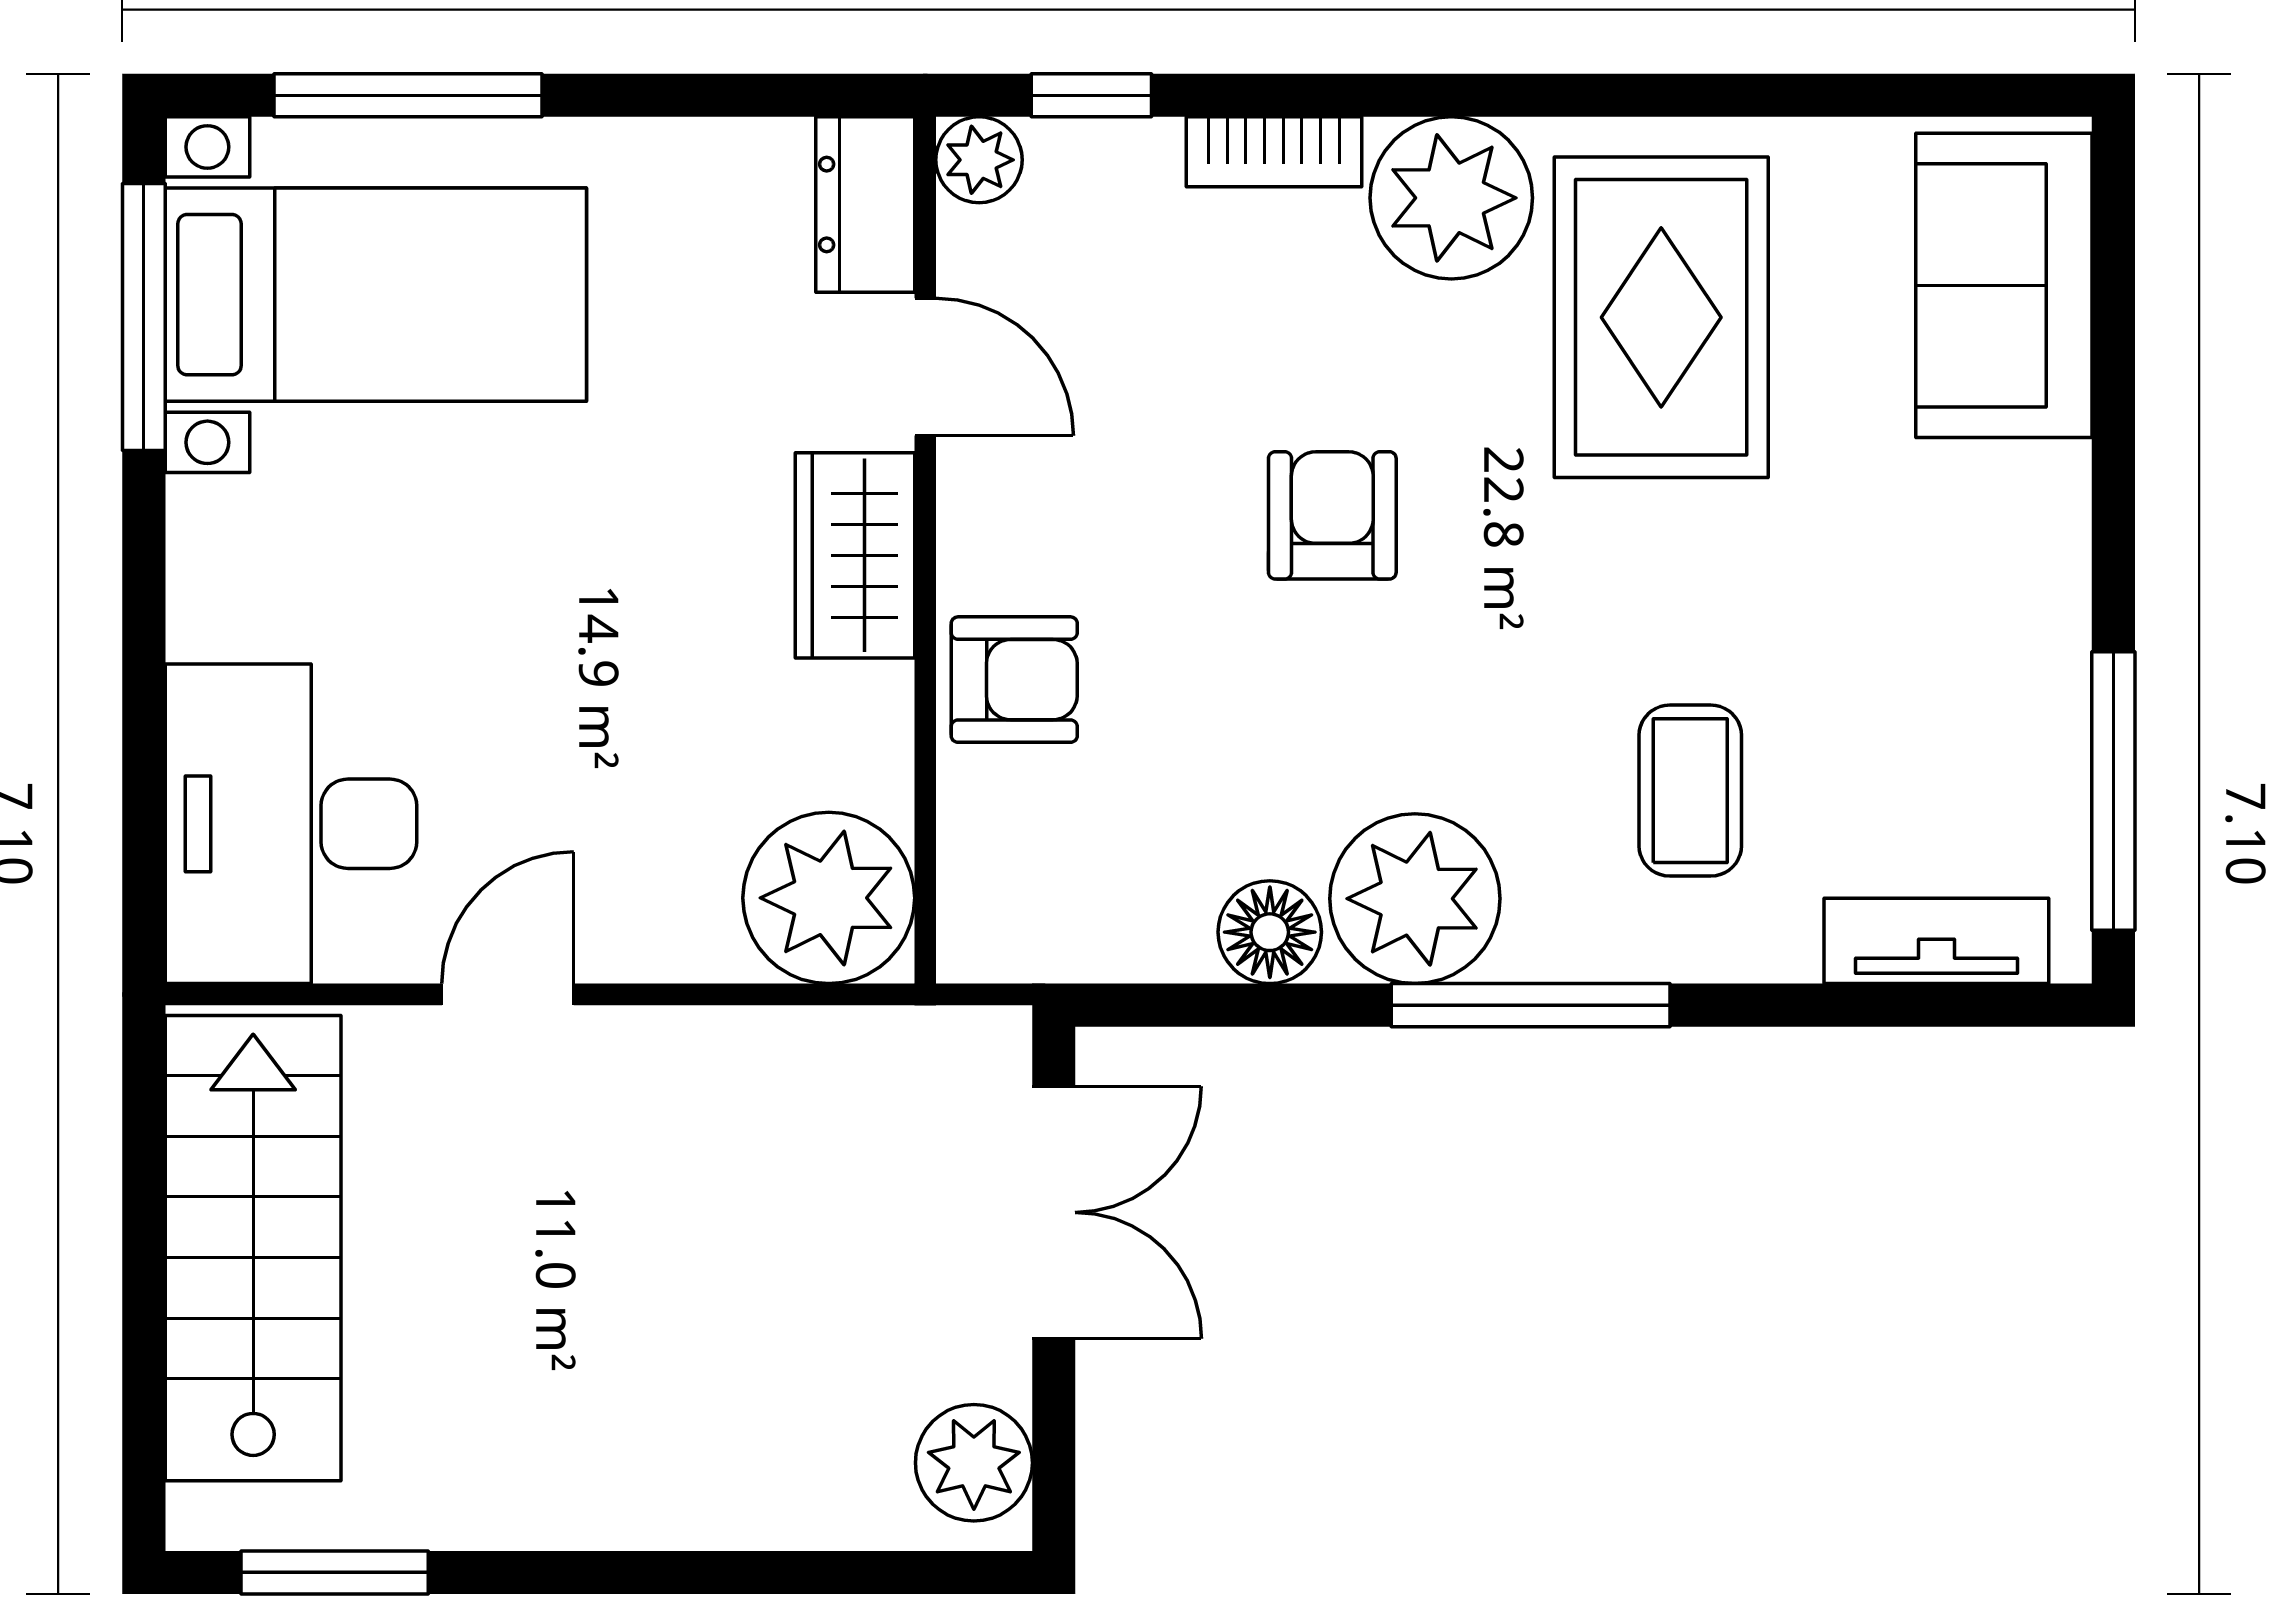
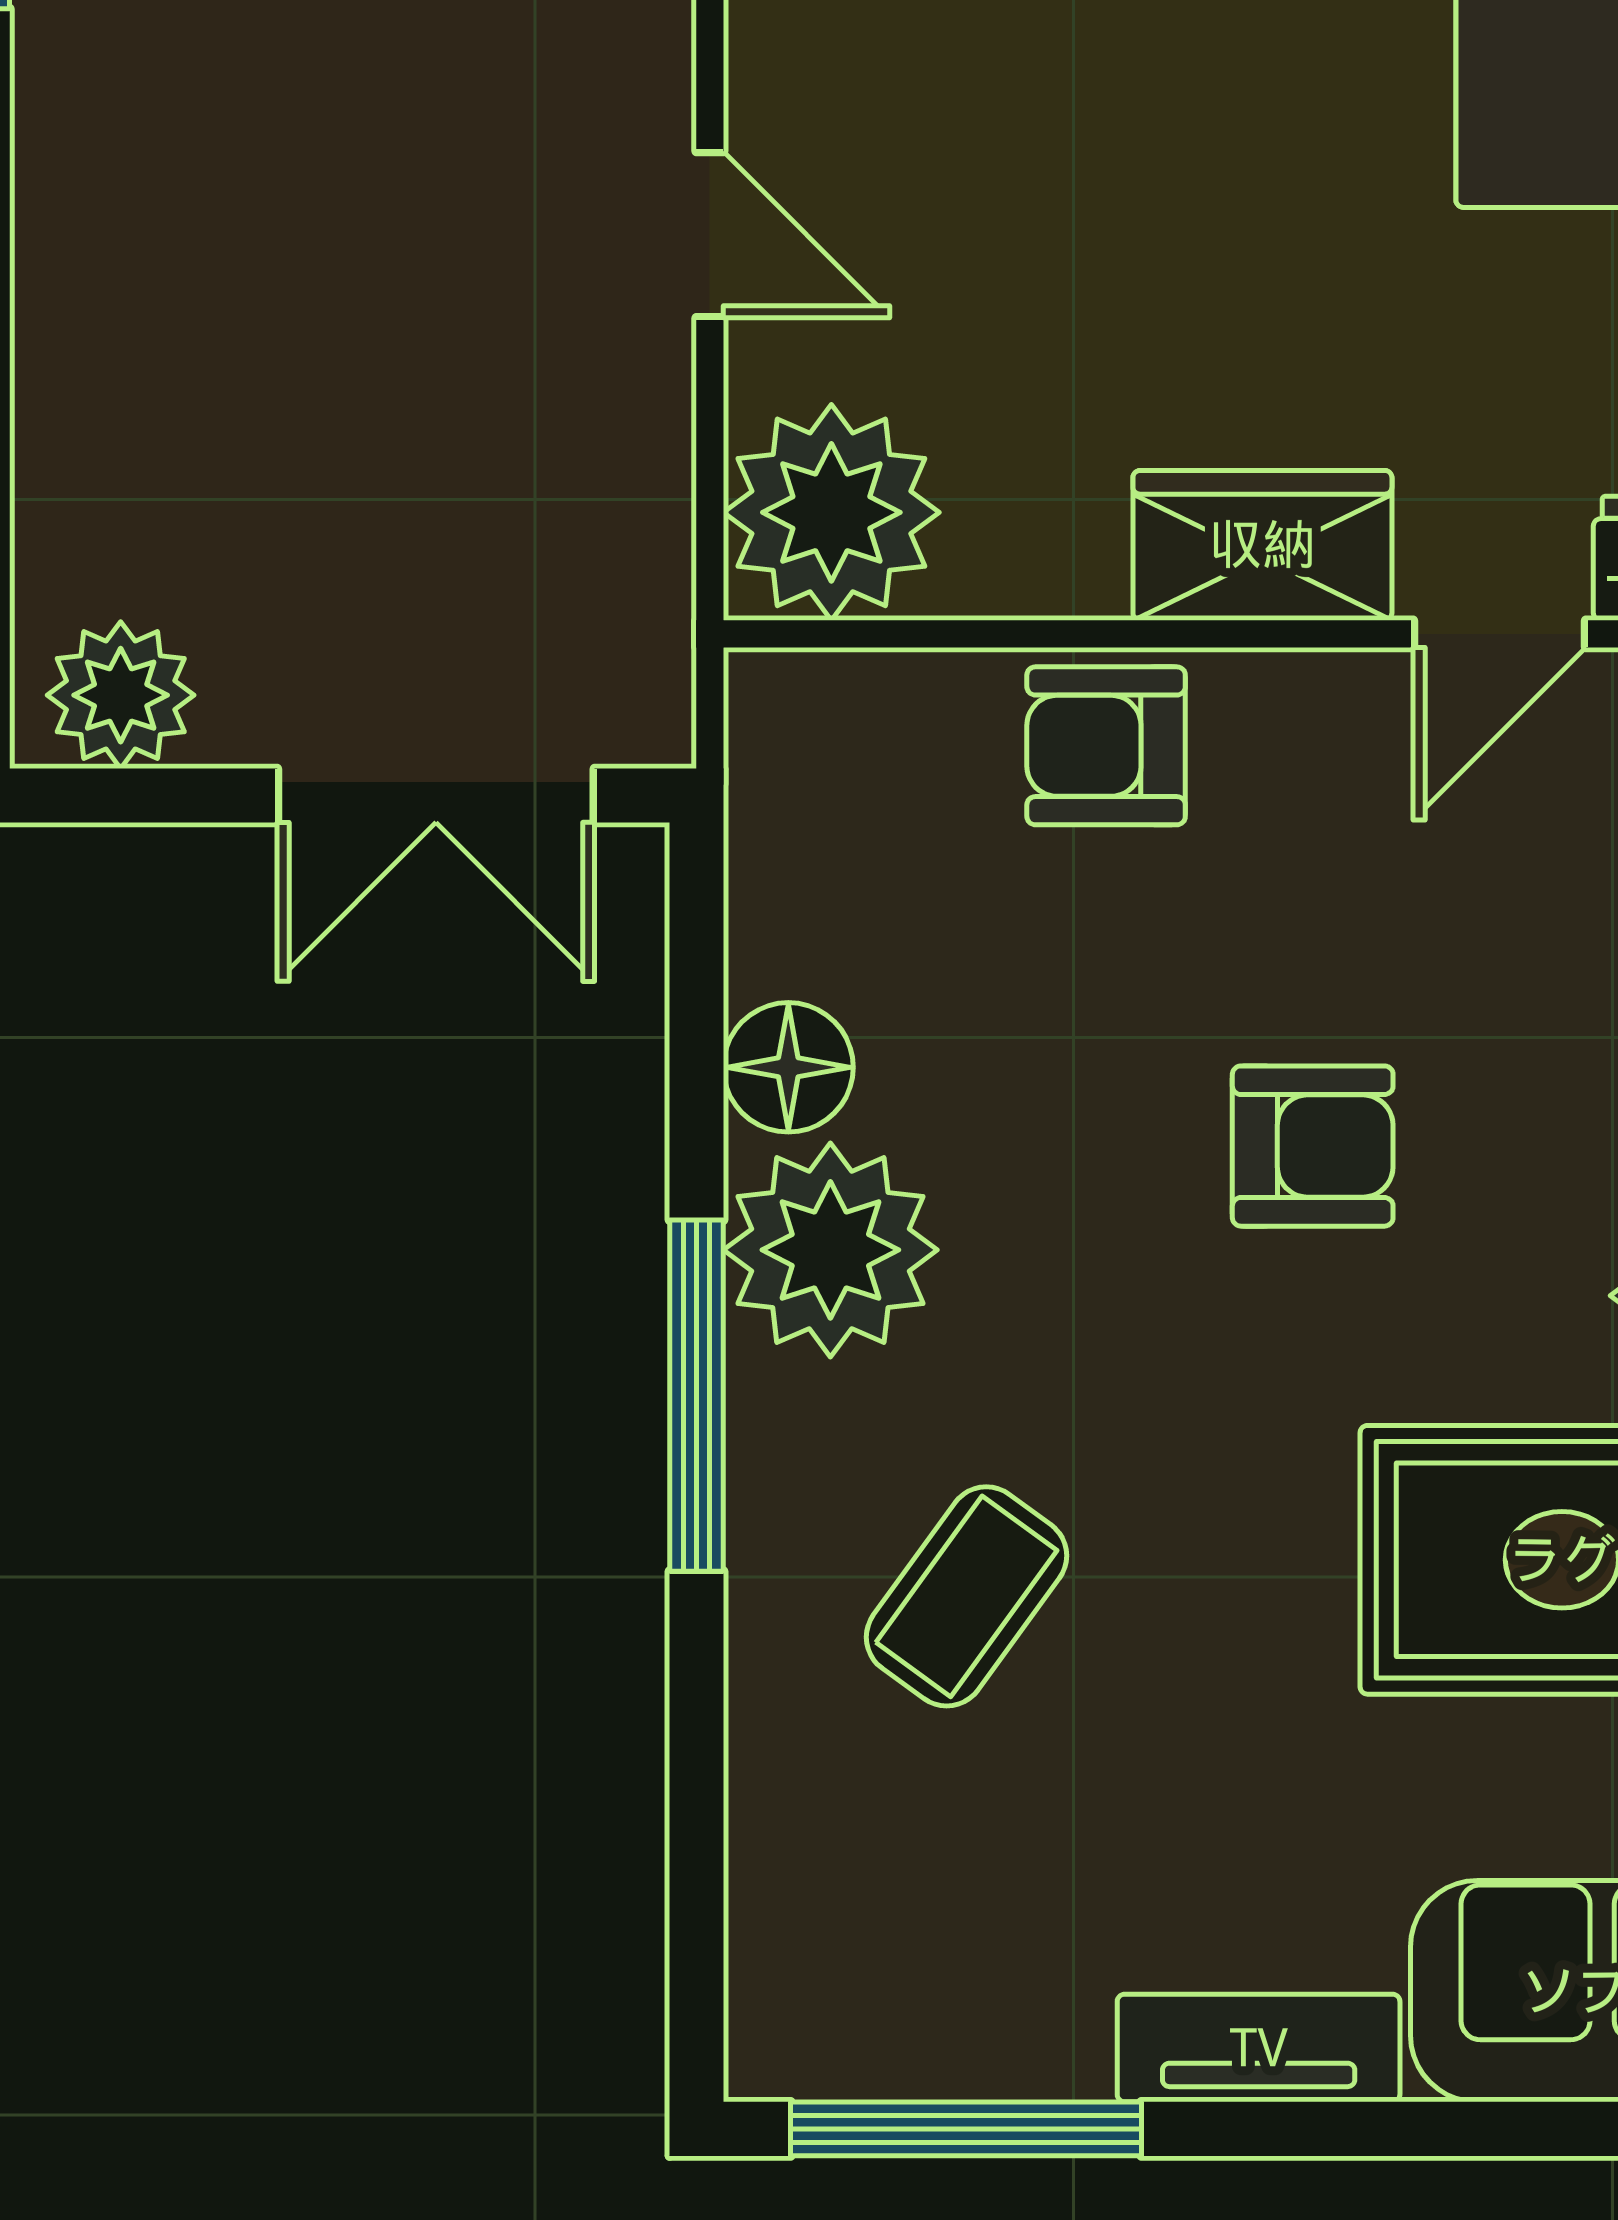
armchair: (1014, 680) -> (1106, 746), turned 90
coffee table: (1690, 791) -> (966, 1596), turned -54
tv unit: (1936, 941) -> (1259, 2048), moved, turned -90
door: (508, 994) -> (710, 235), moved

